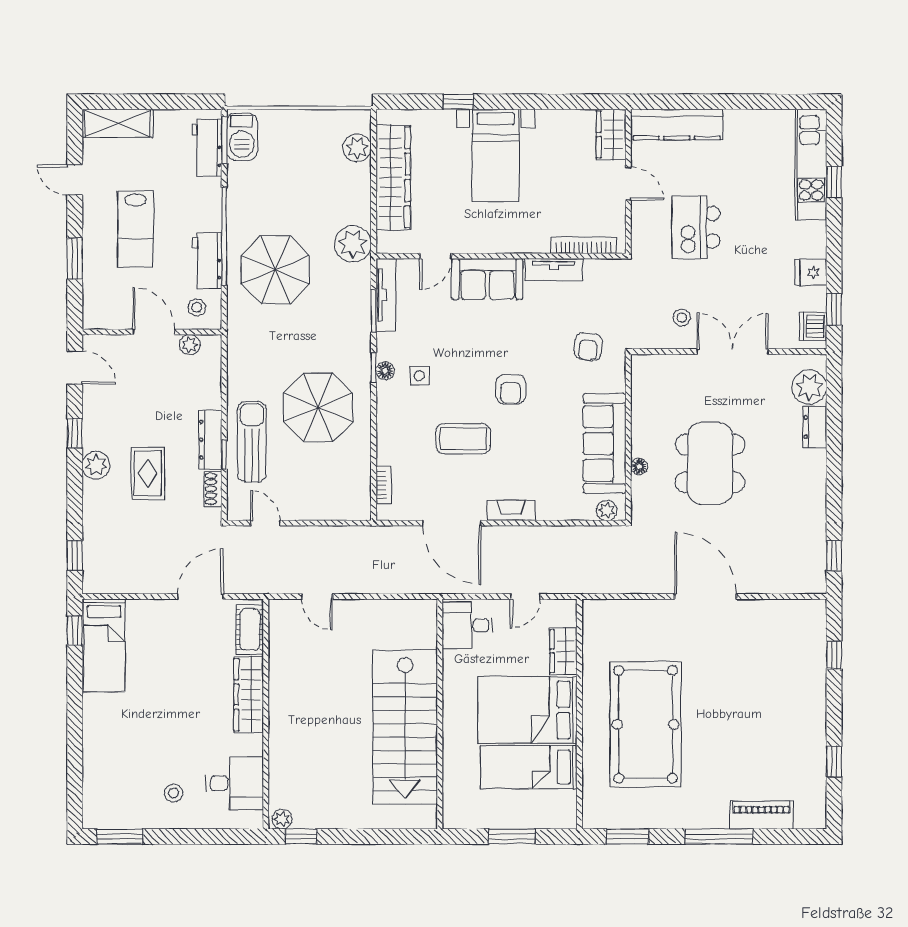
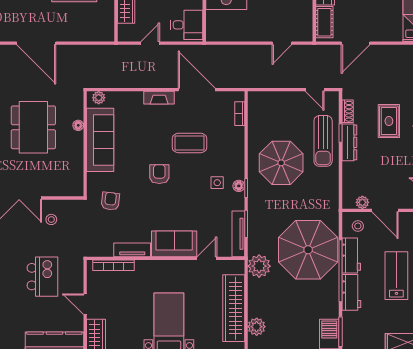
workbench: (207, 148) -> (351, 292), moved
parasol: (275, 270) -> (308, 250), width x1.36, depth x1.36
door: (317, 596) -> (282, 43), swing flipped

